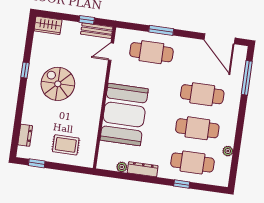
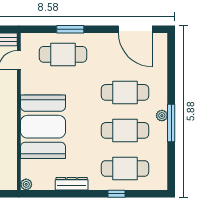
window: (247, 78) -> (171, 123), moved
plant: (228, 151) -> (162, 116), moved
plant: (122, 167) -> (26, 184), moved

